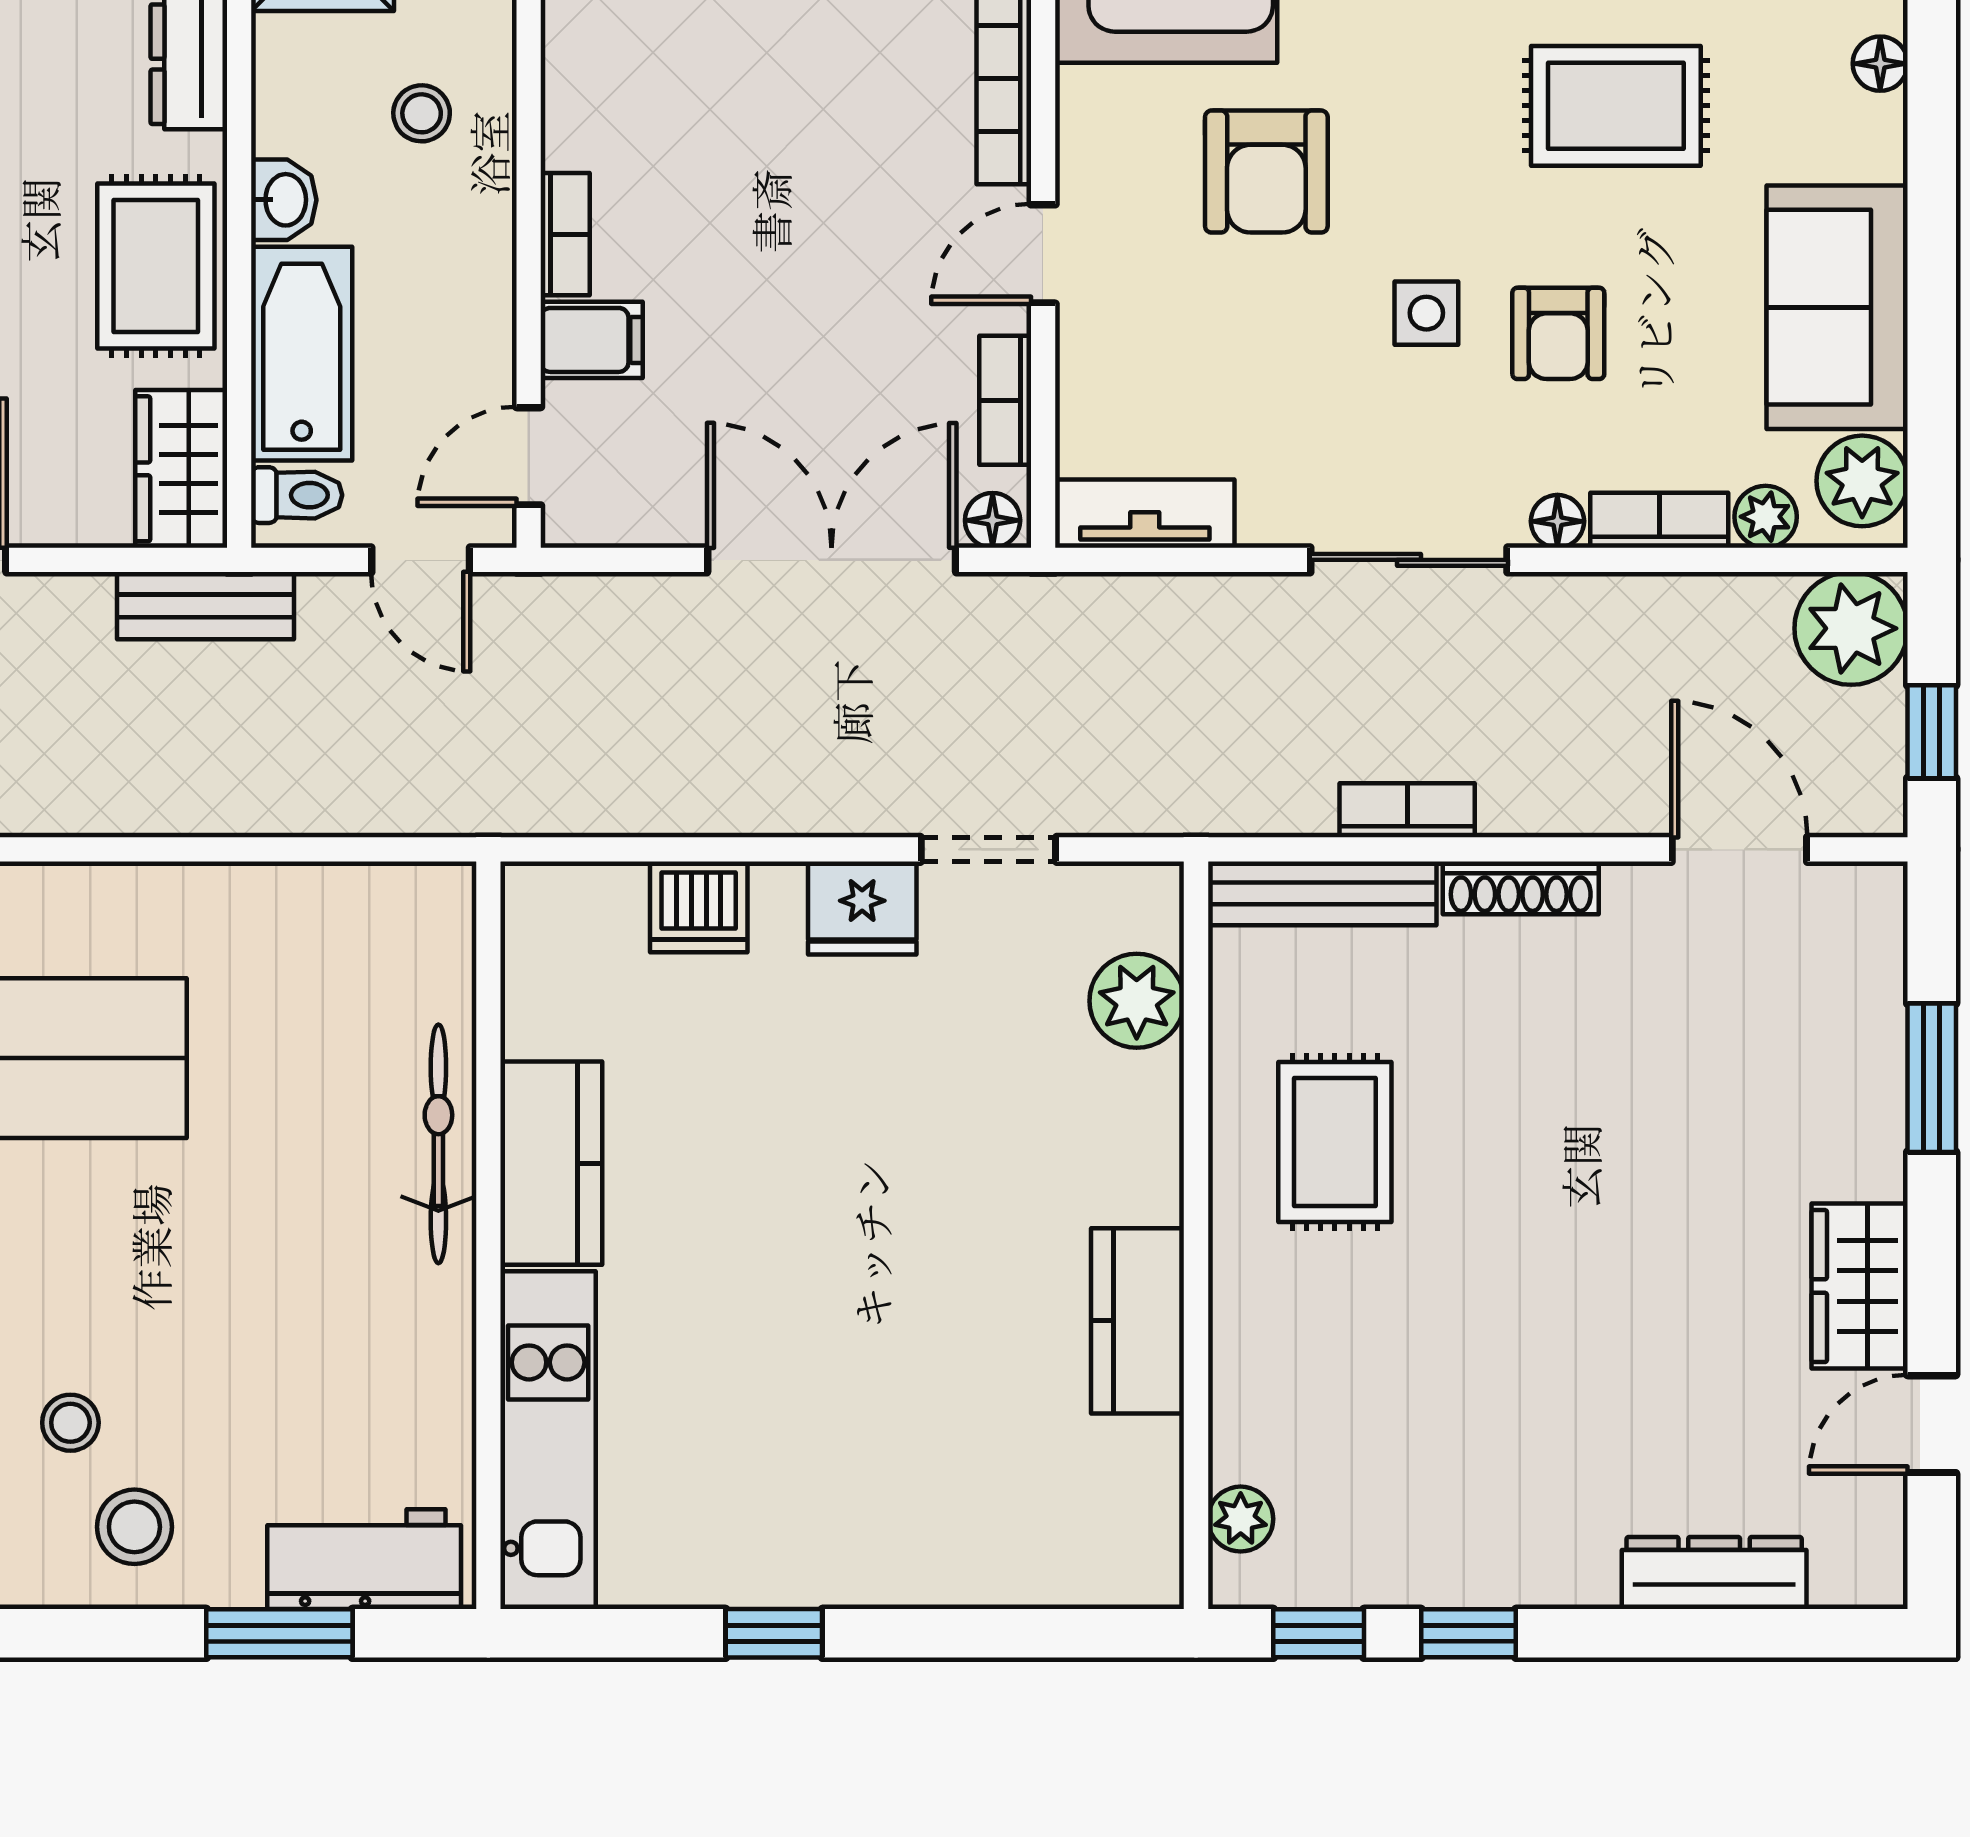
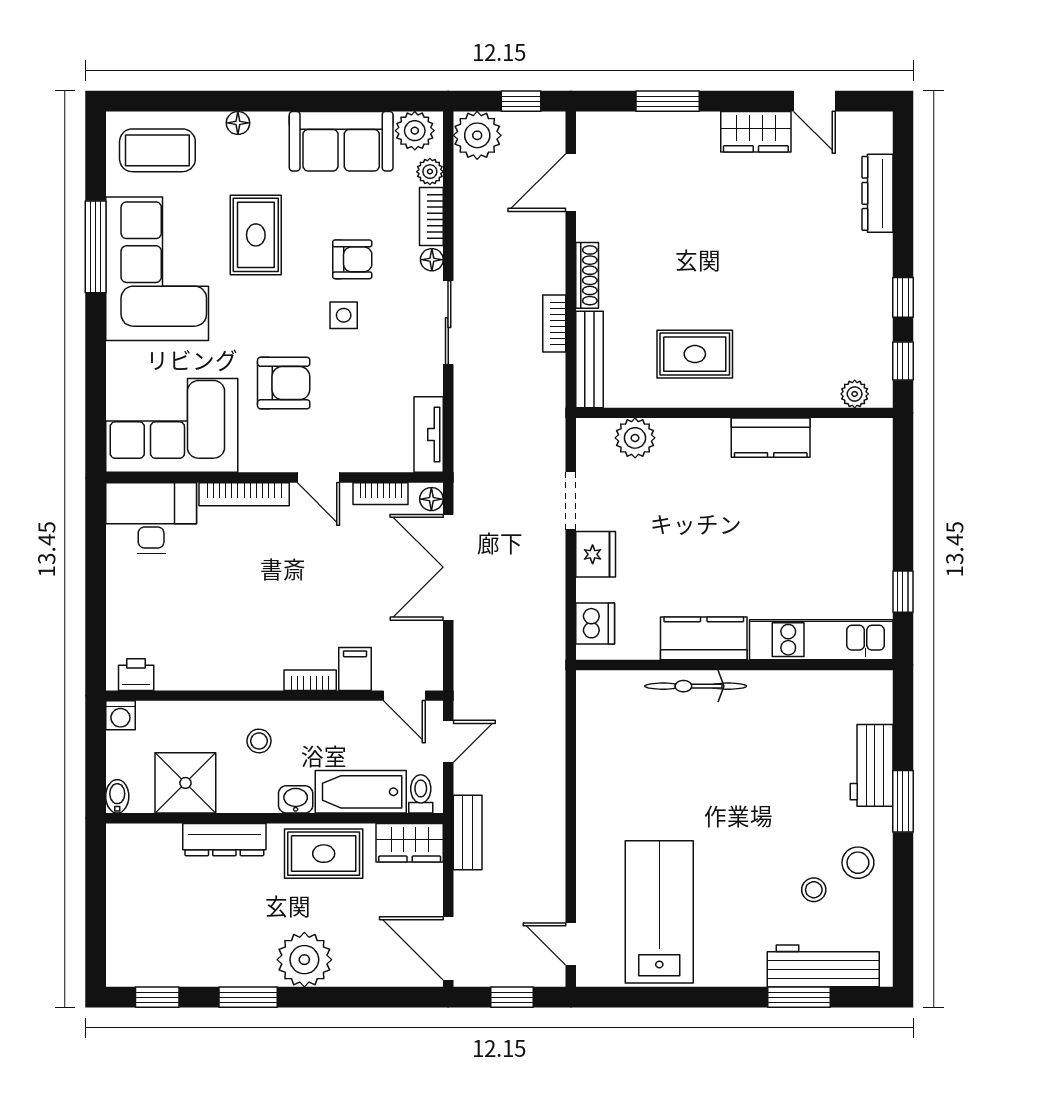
bicycle: (438, 1144) -> (696, 686), moved
kitchen counter: (551, 1163) -> (704, 638), moved
wall: (488, 1235) -> (734, 665), moved
kitchen unit: (548, 1440) -> (821, 640), moved

